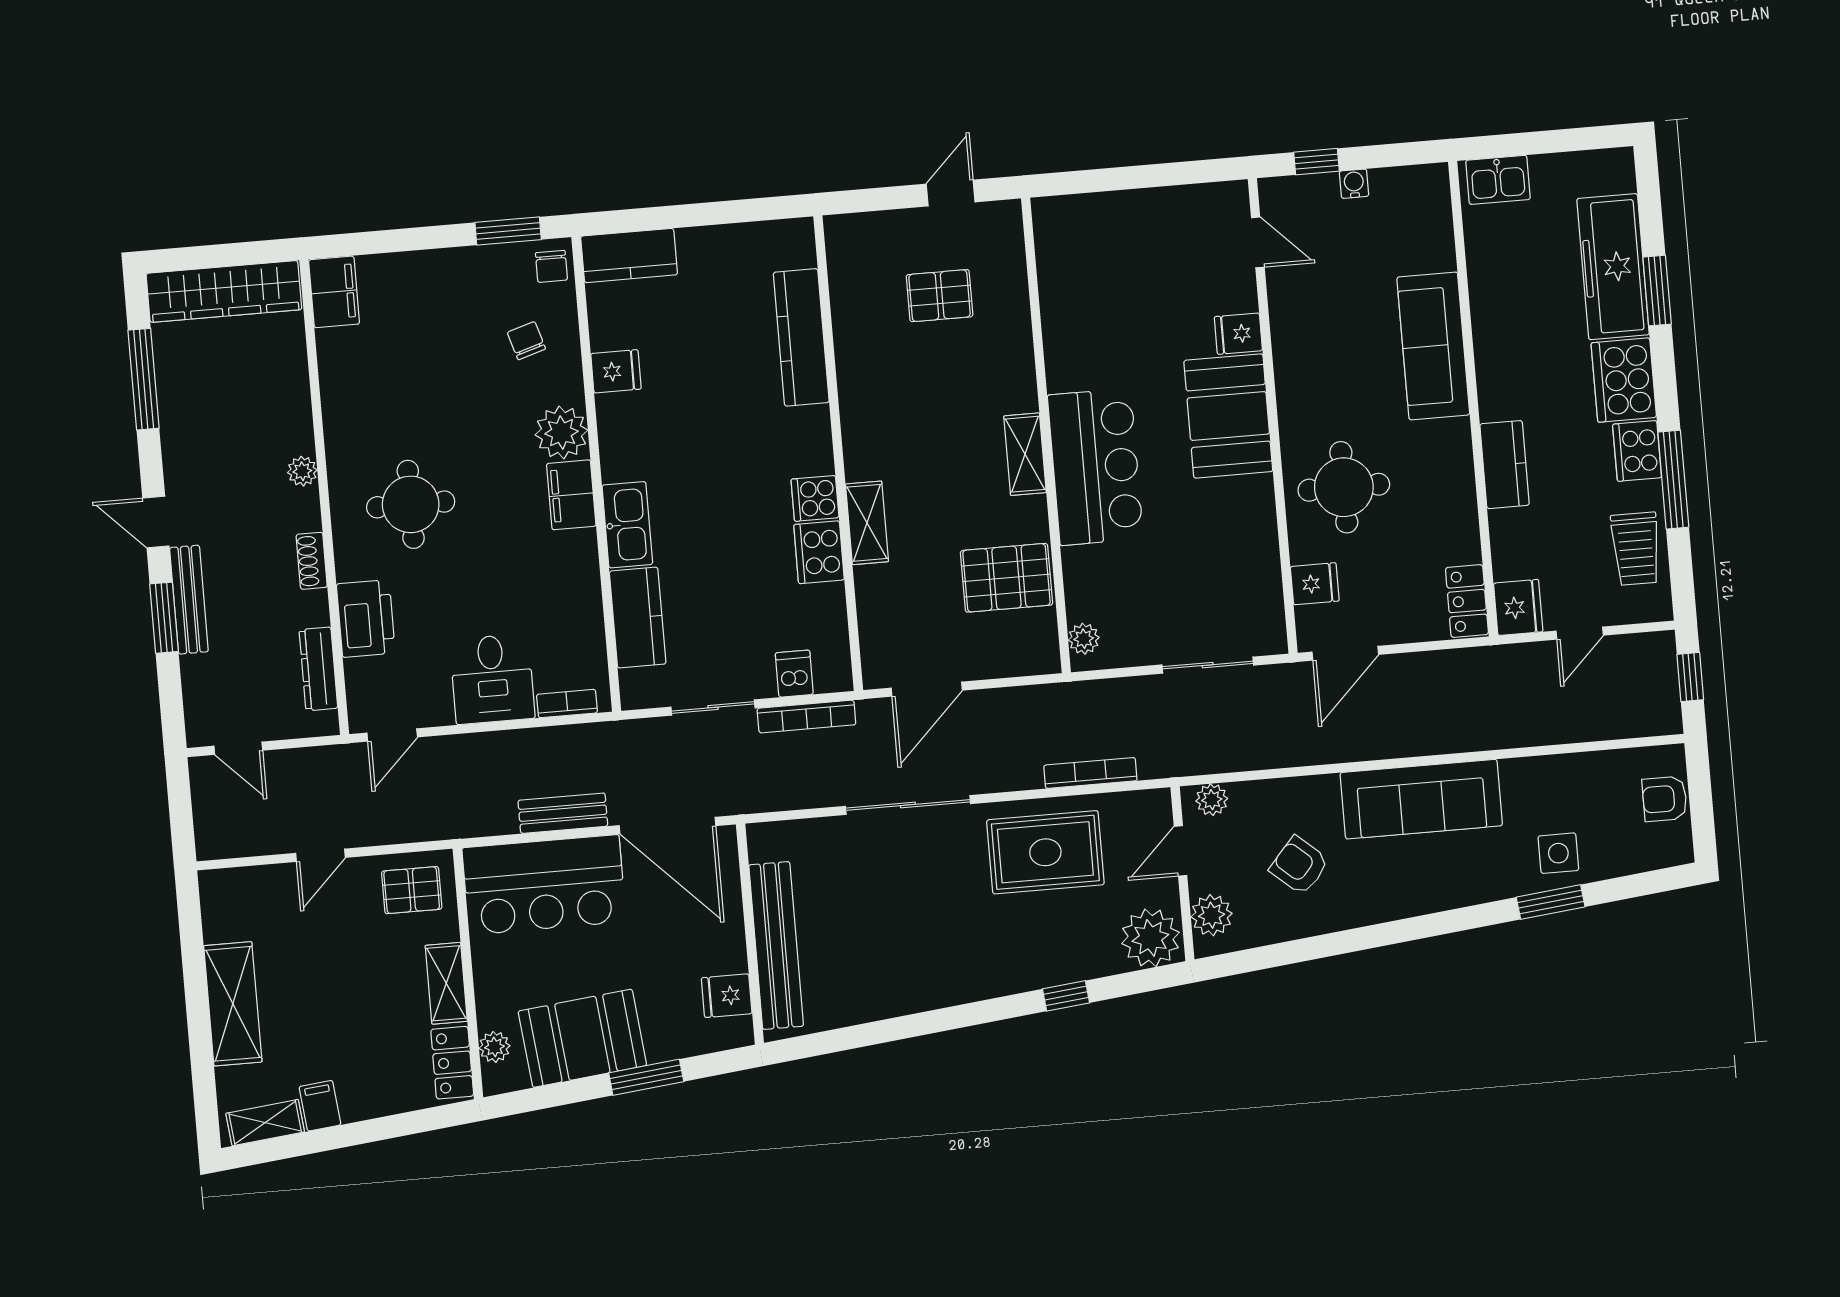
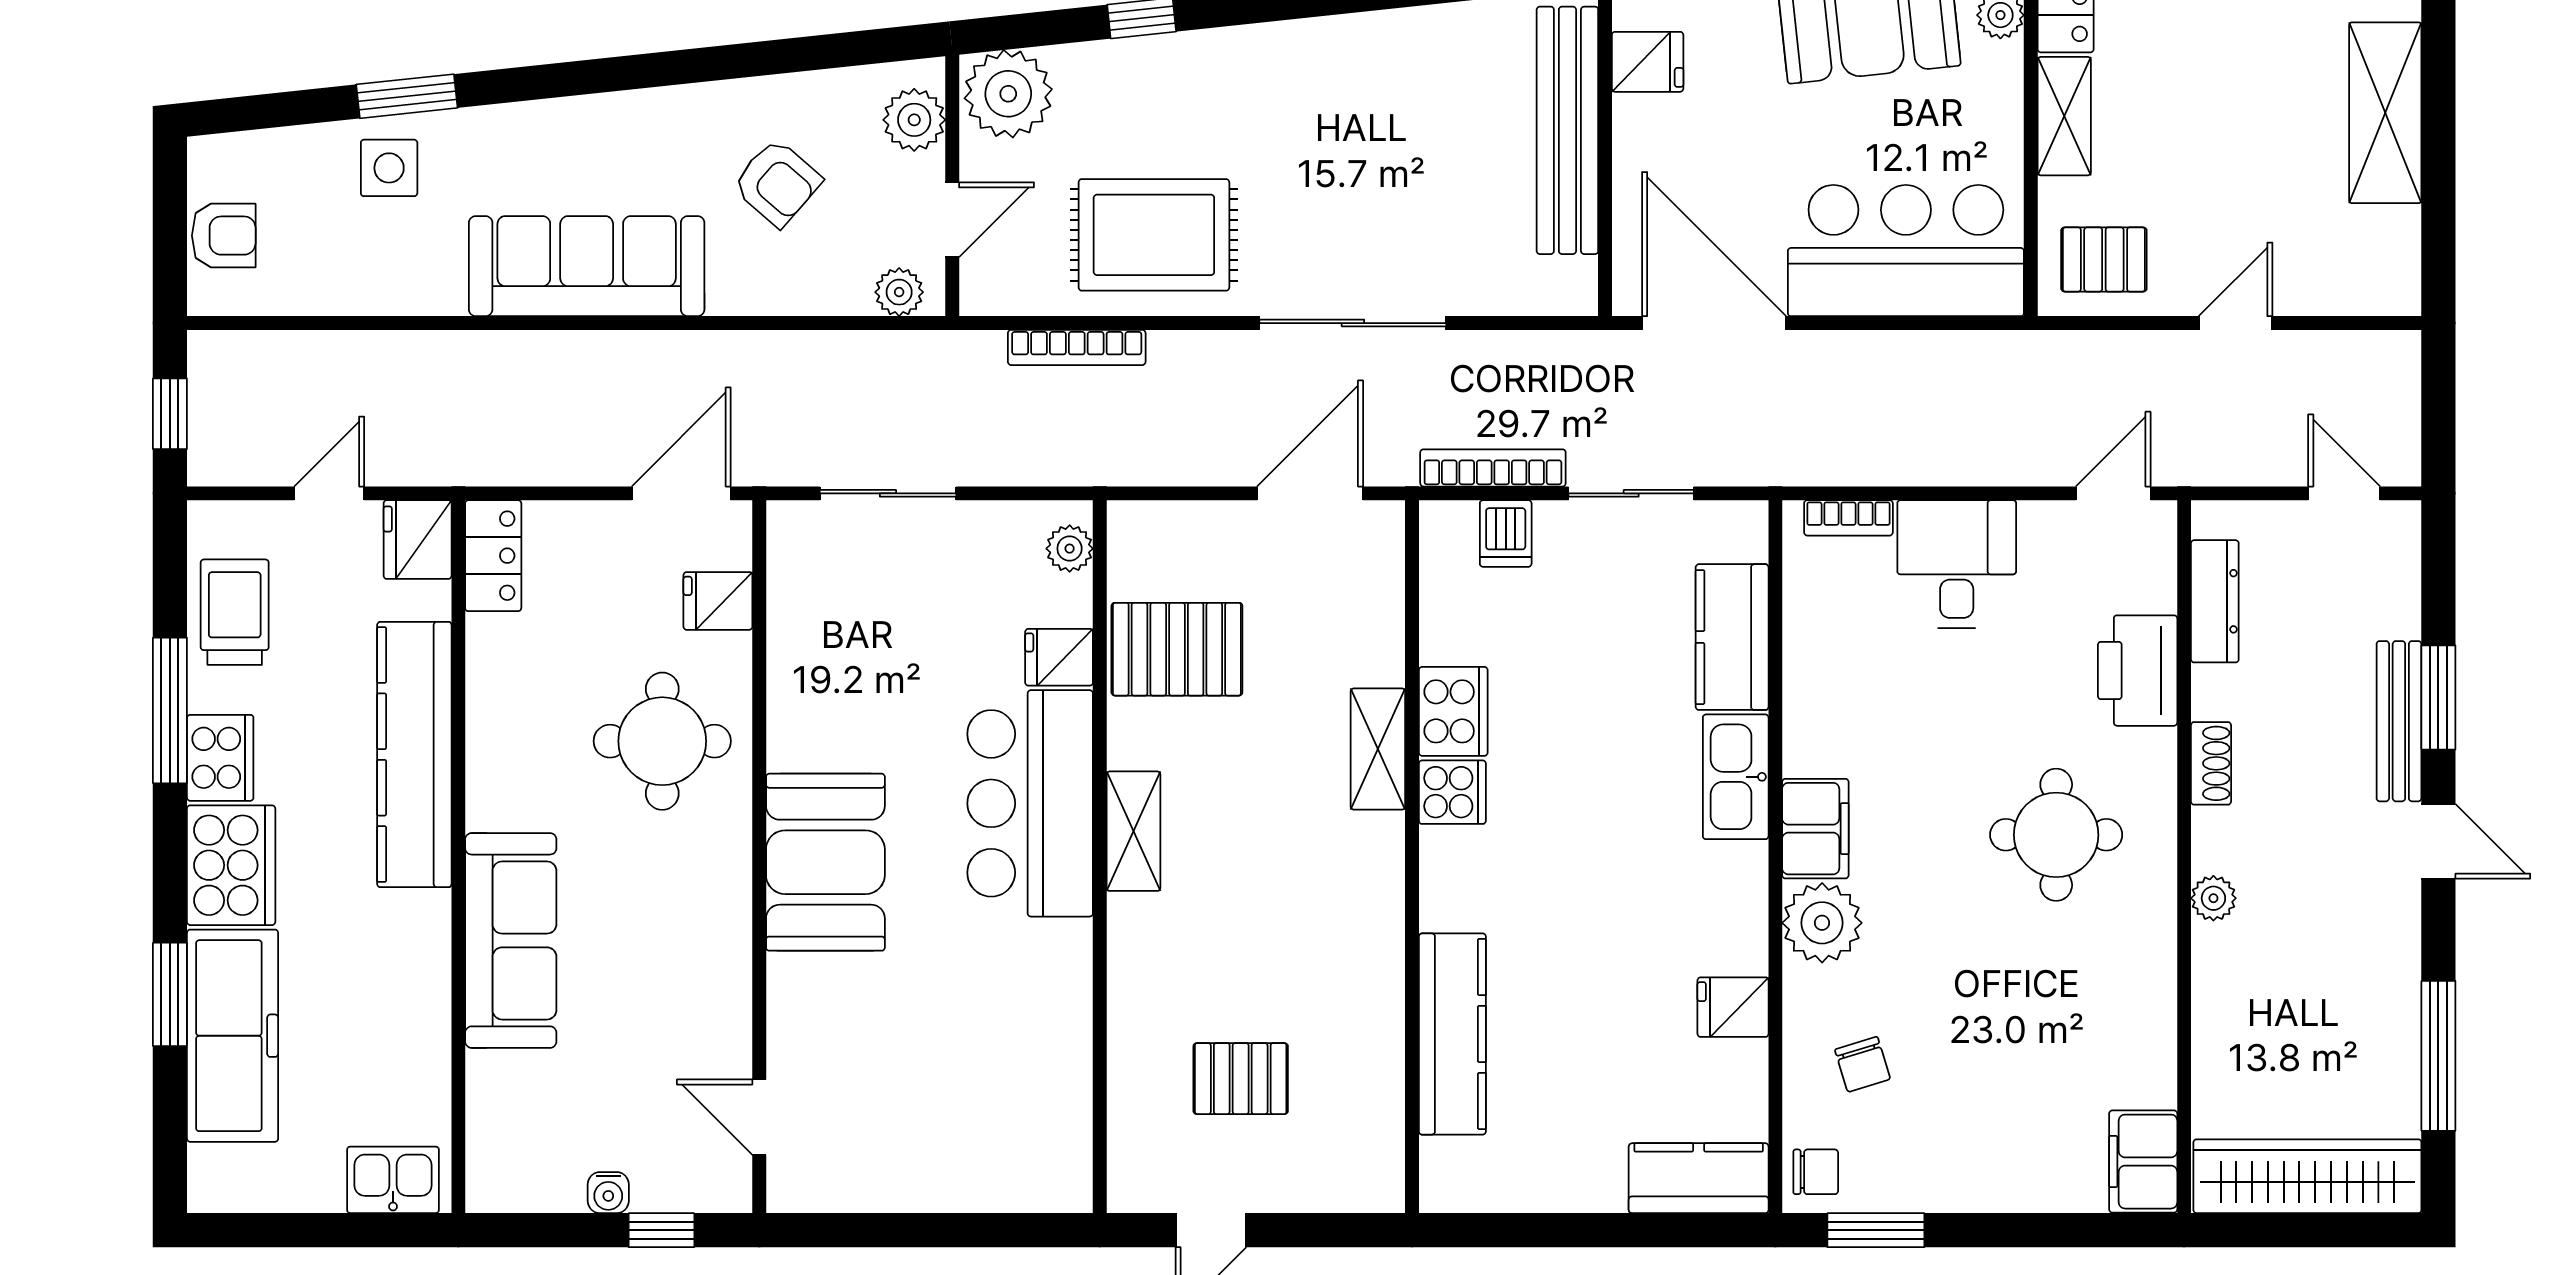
chair: (551, 266) -> (1816, 1172), turned 90
fridge: (1238, 334) -> (1059, 657), moved, turned 180
kitchen counter: (1505, 465) -> (414, 755), width x2.08, depth x1.17
bench: (563, 813) -> (1869, 355), removed

